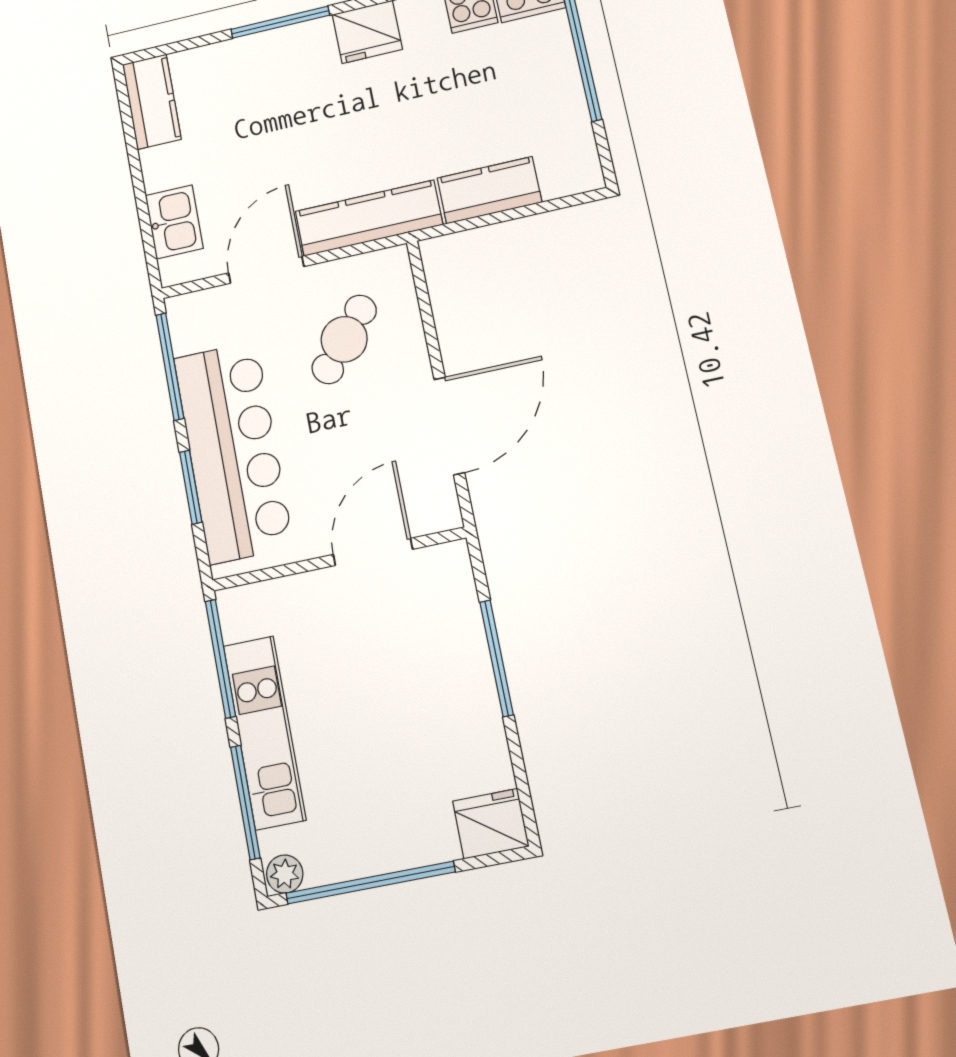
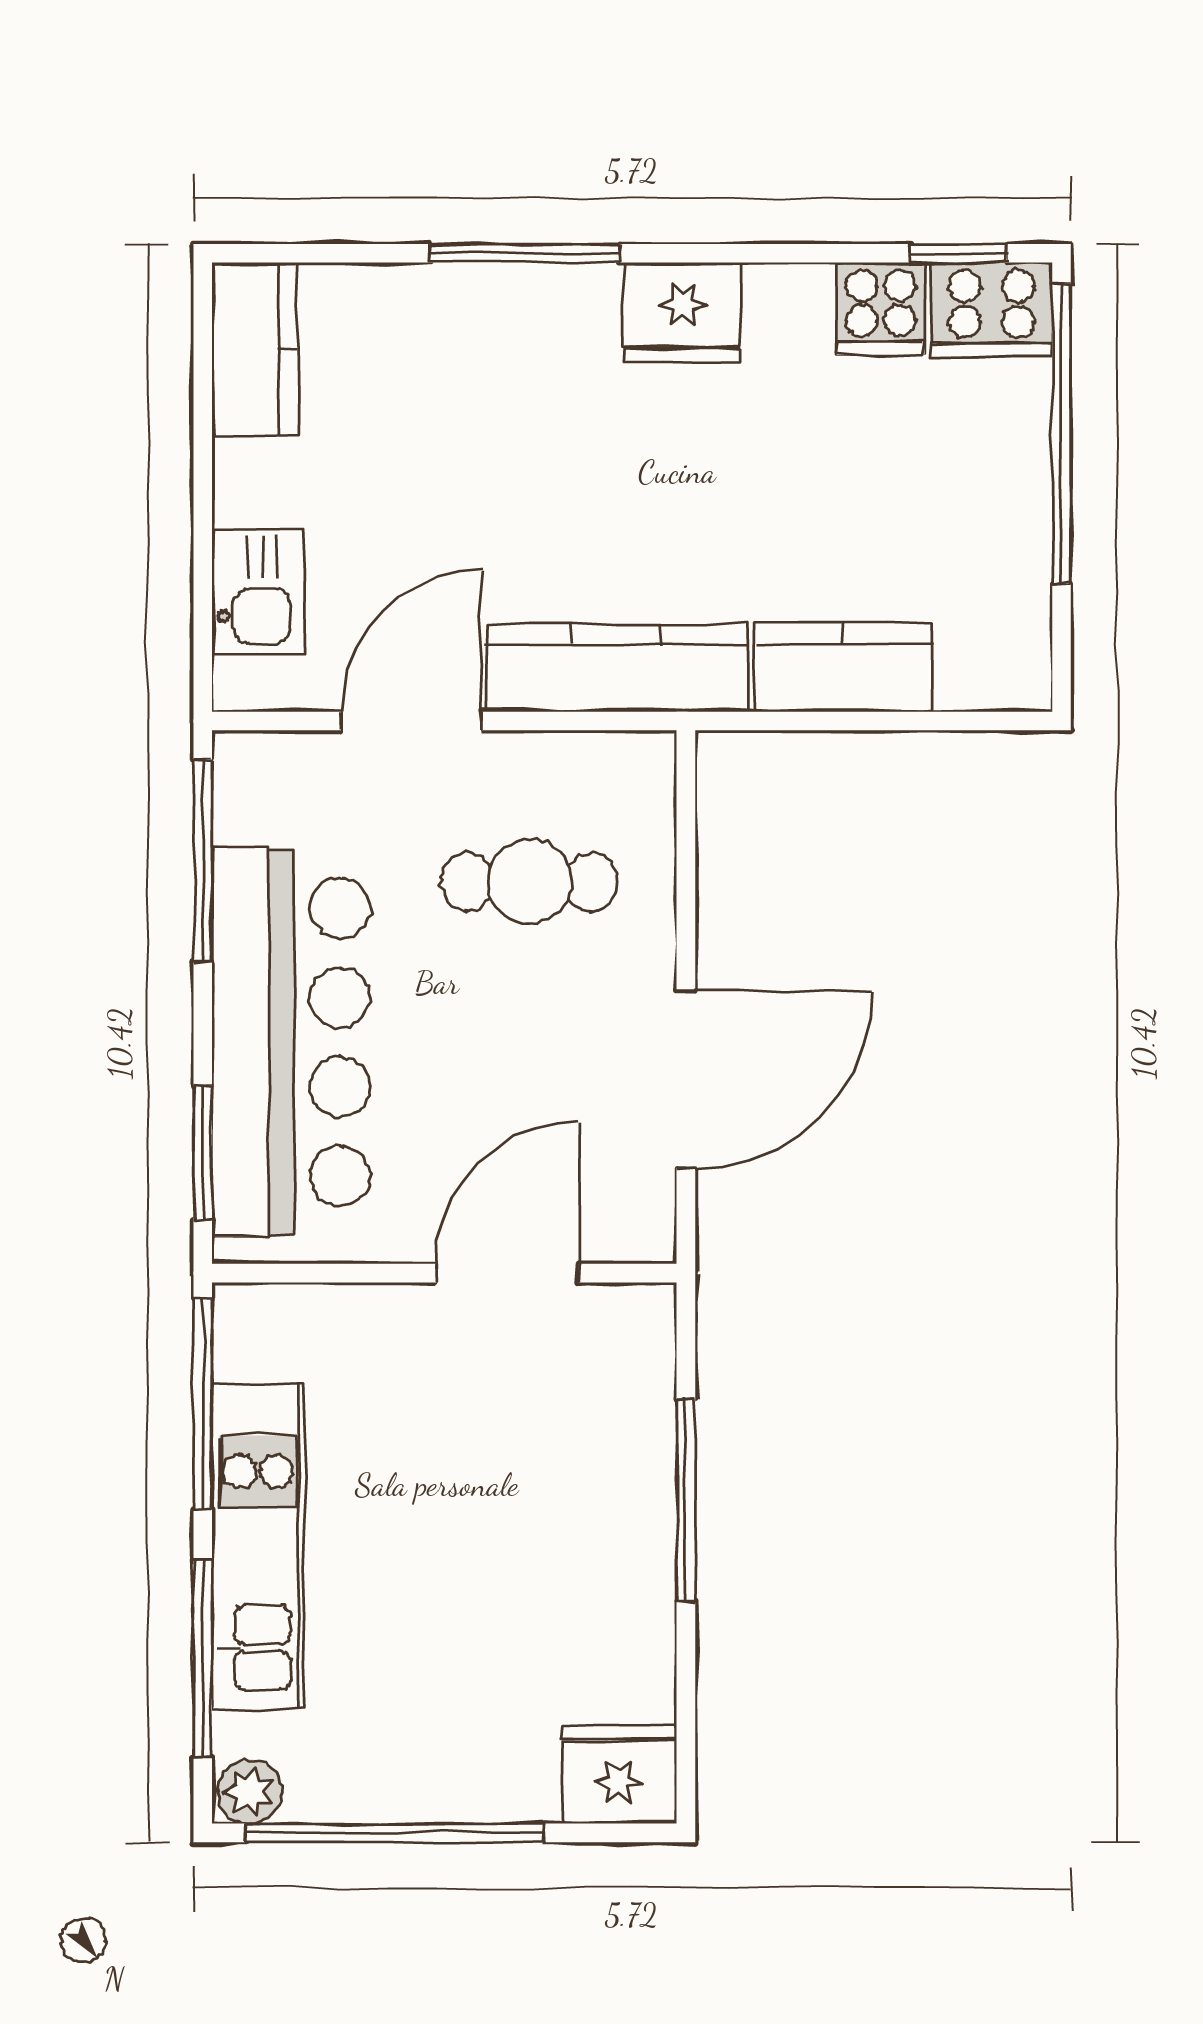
cafe table: (344, 339) -> (529, 882), turned 50
window: (191, 487) -> (203, 1153), moved

